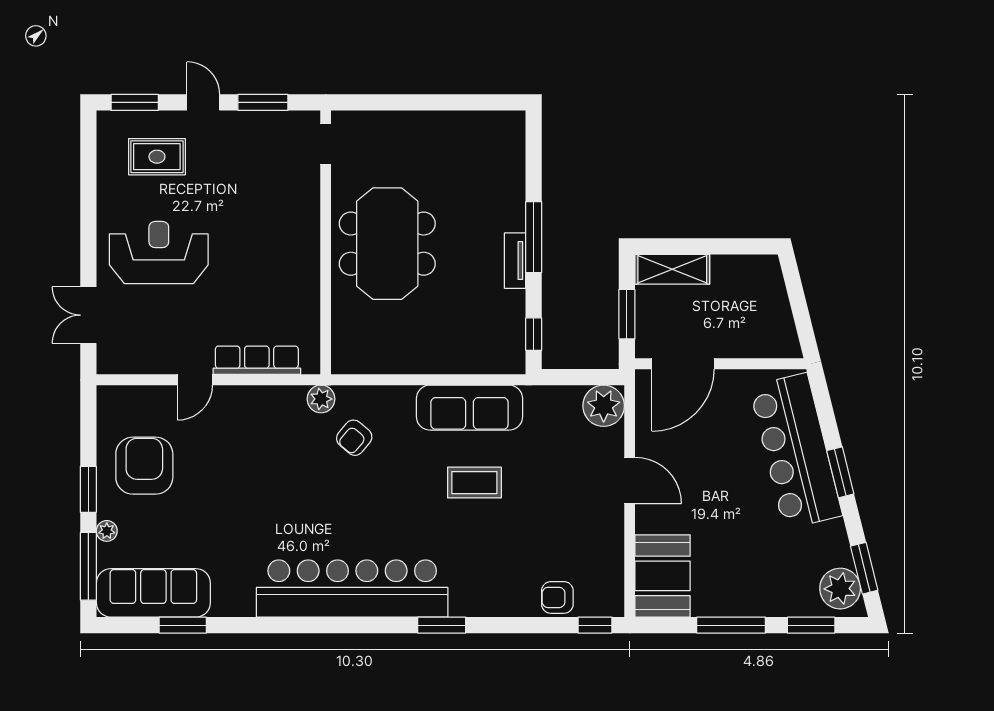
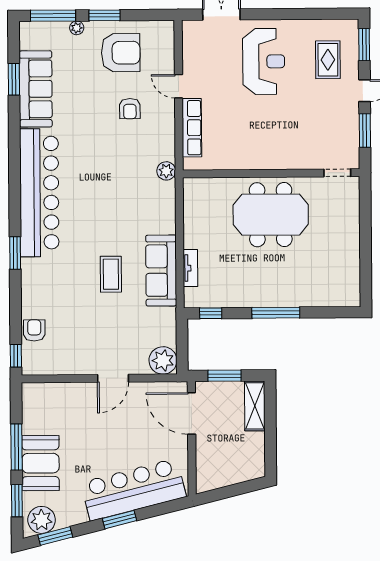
tv unit: (515, 261) -> (190, 268), moved, turned 90
armchair: (354, 438) -> (130, 109), moved, turned -130
booth: (663, 576) -> (41, 463), moved, turned 90
sofa: (153, 593) -> (36, 89), moved

